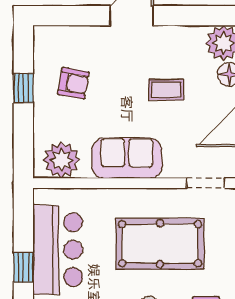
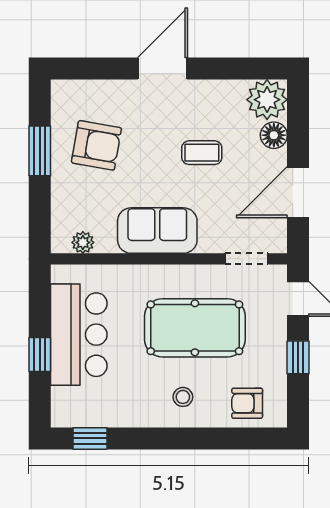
armchair: (73, 83) -> (96, 145), width x1.38, depth x1.38
window: (23, 88) -> (40, 151), width x1.50
plant: (61, 160) -> (83, 242), width x0.53, depth x0.53

